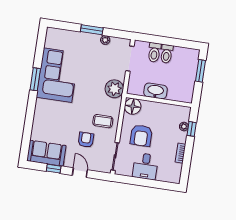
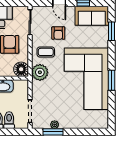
window: (92, 30) -> (53, 132), moved
corner sofa: (58, 75) -> (86, 79), width x1.36, depth x1.36
plant: (114, 89) -> (40, 72), moved
window: (27, 133) -> (112, 31), added

